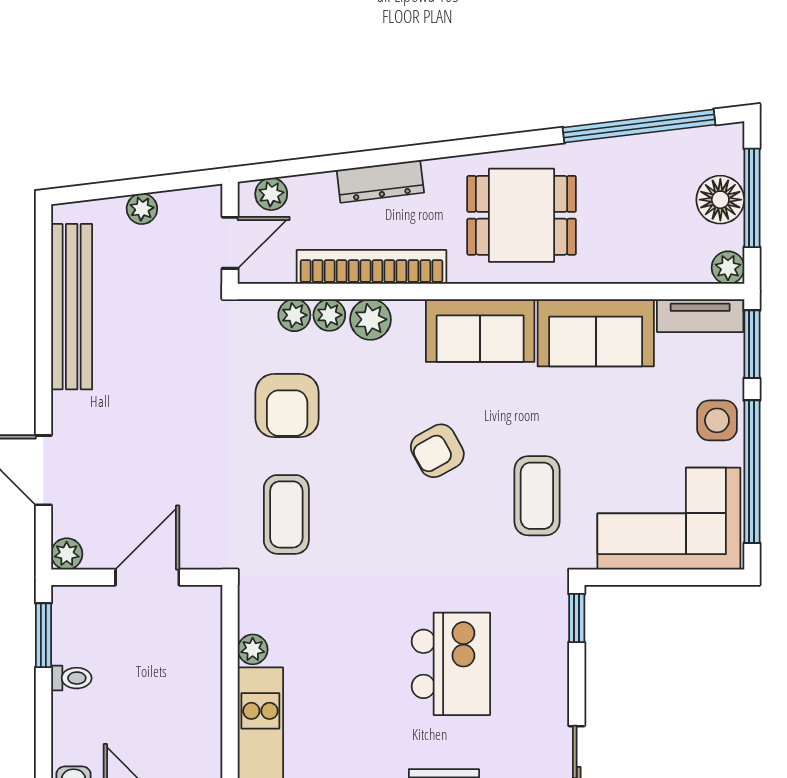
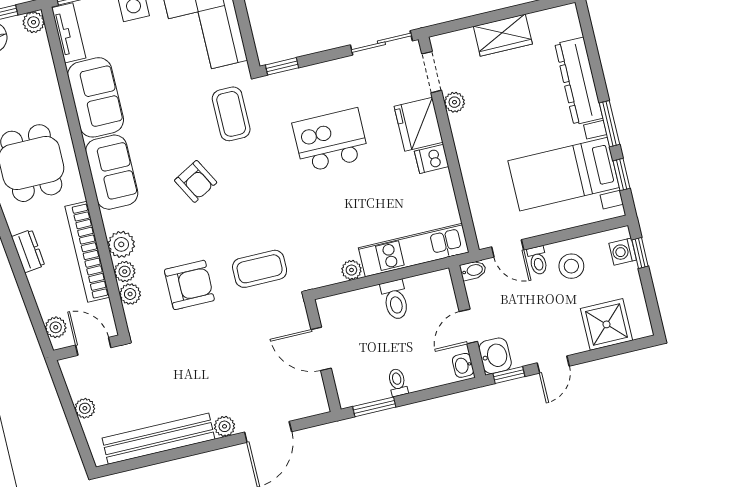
dresser: (380, 181) -> (28, 251), width x0.70
coffee table: (537, 496) -> (231, 114), moved, turned 90
plant: (67, 554) -> (225, 426), moved
toilet: (194, 703) -> (395, 300), added

